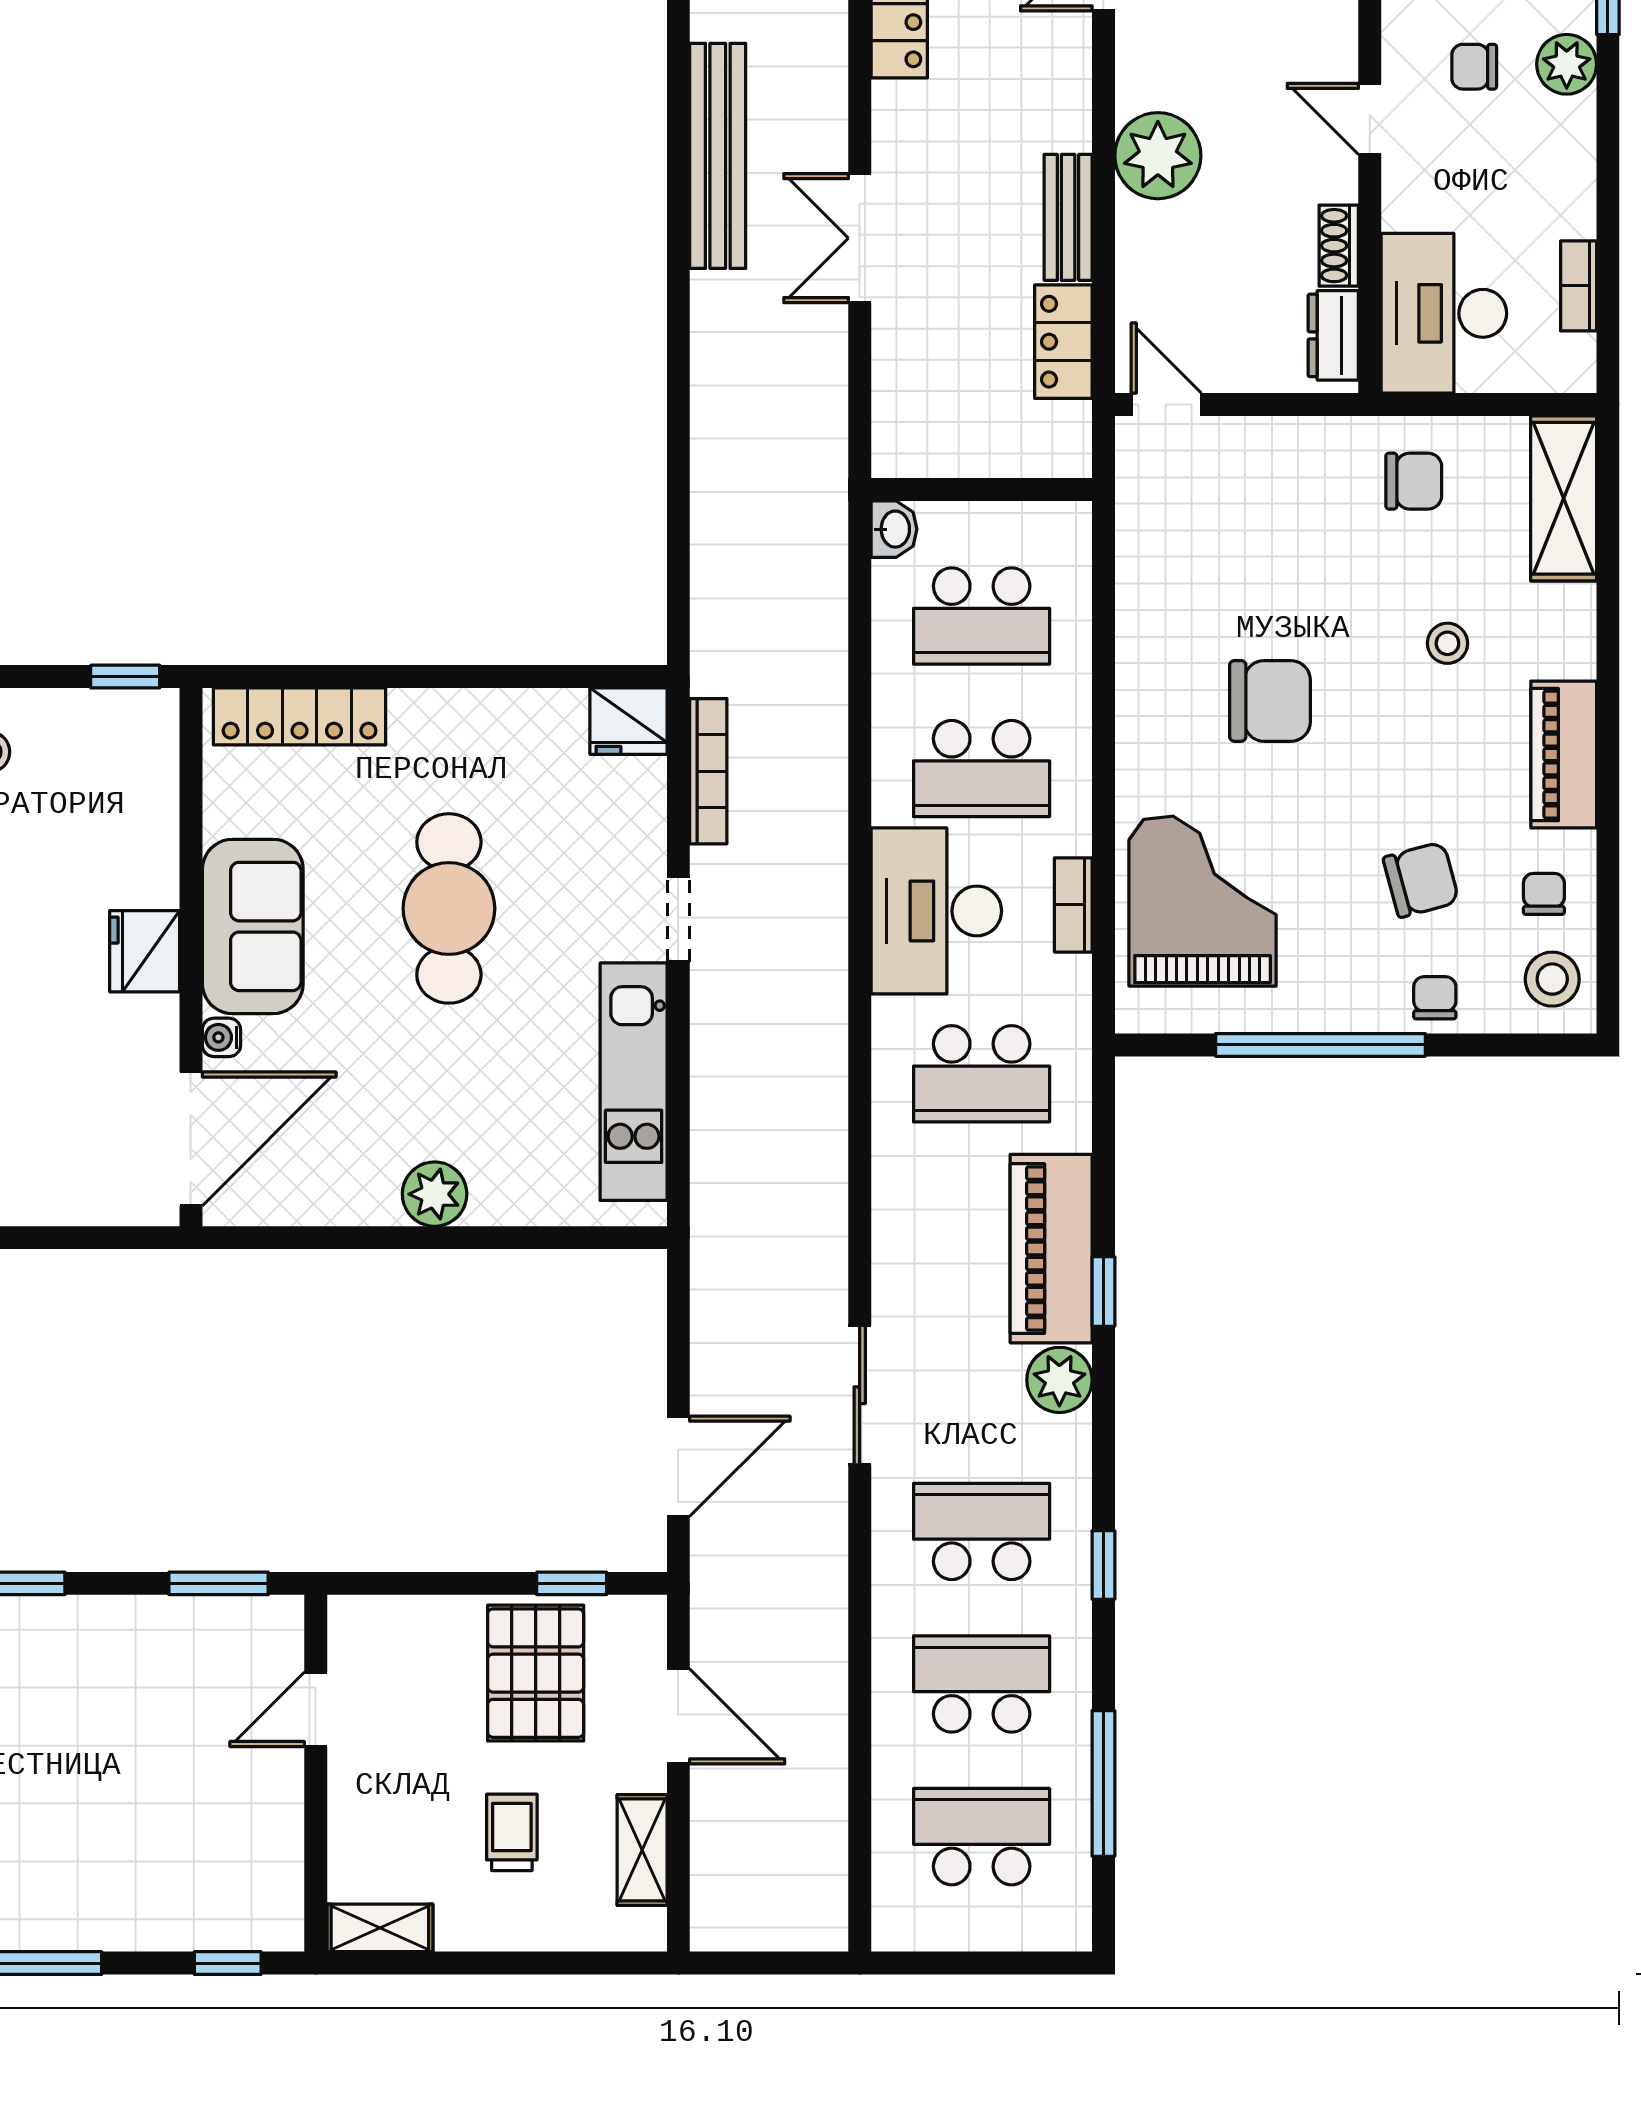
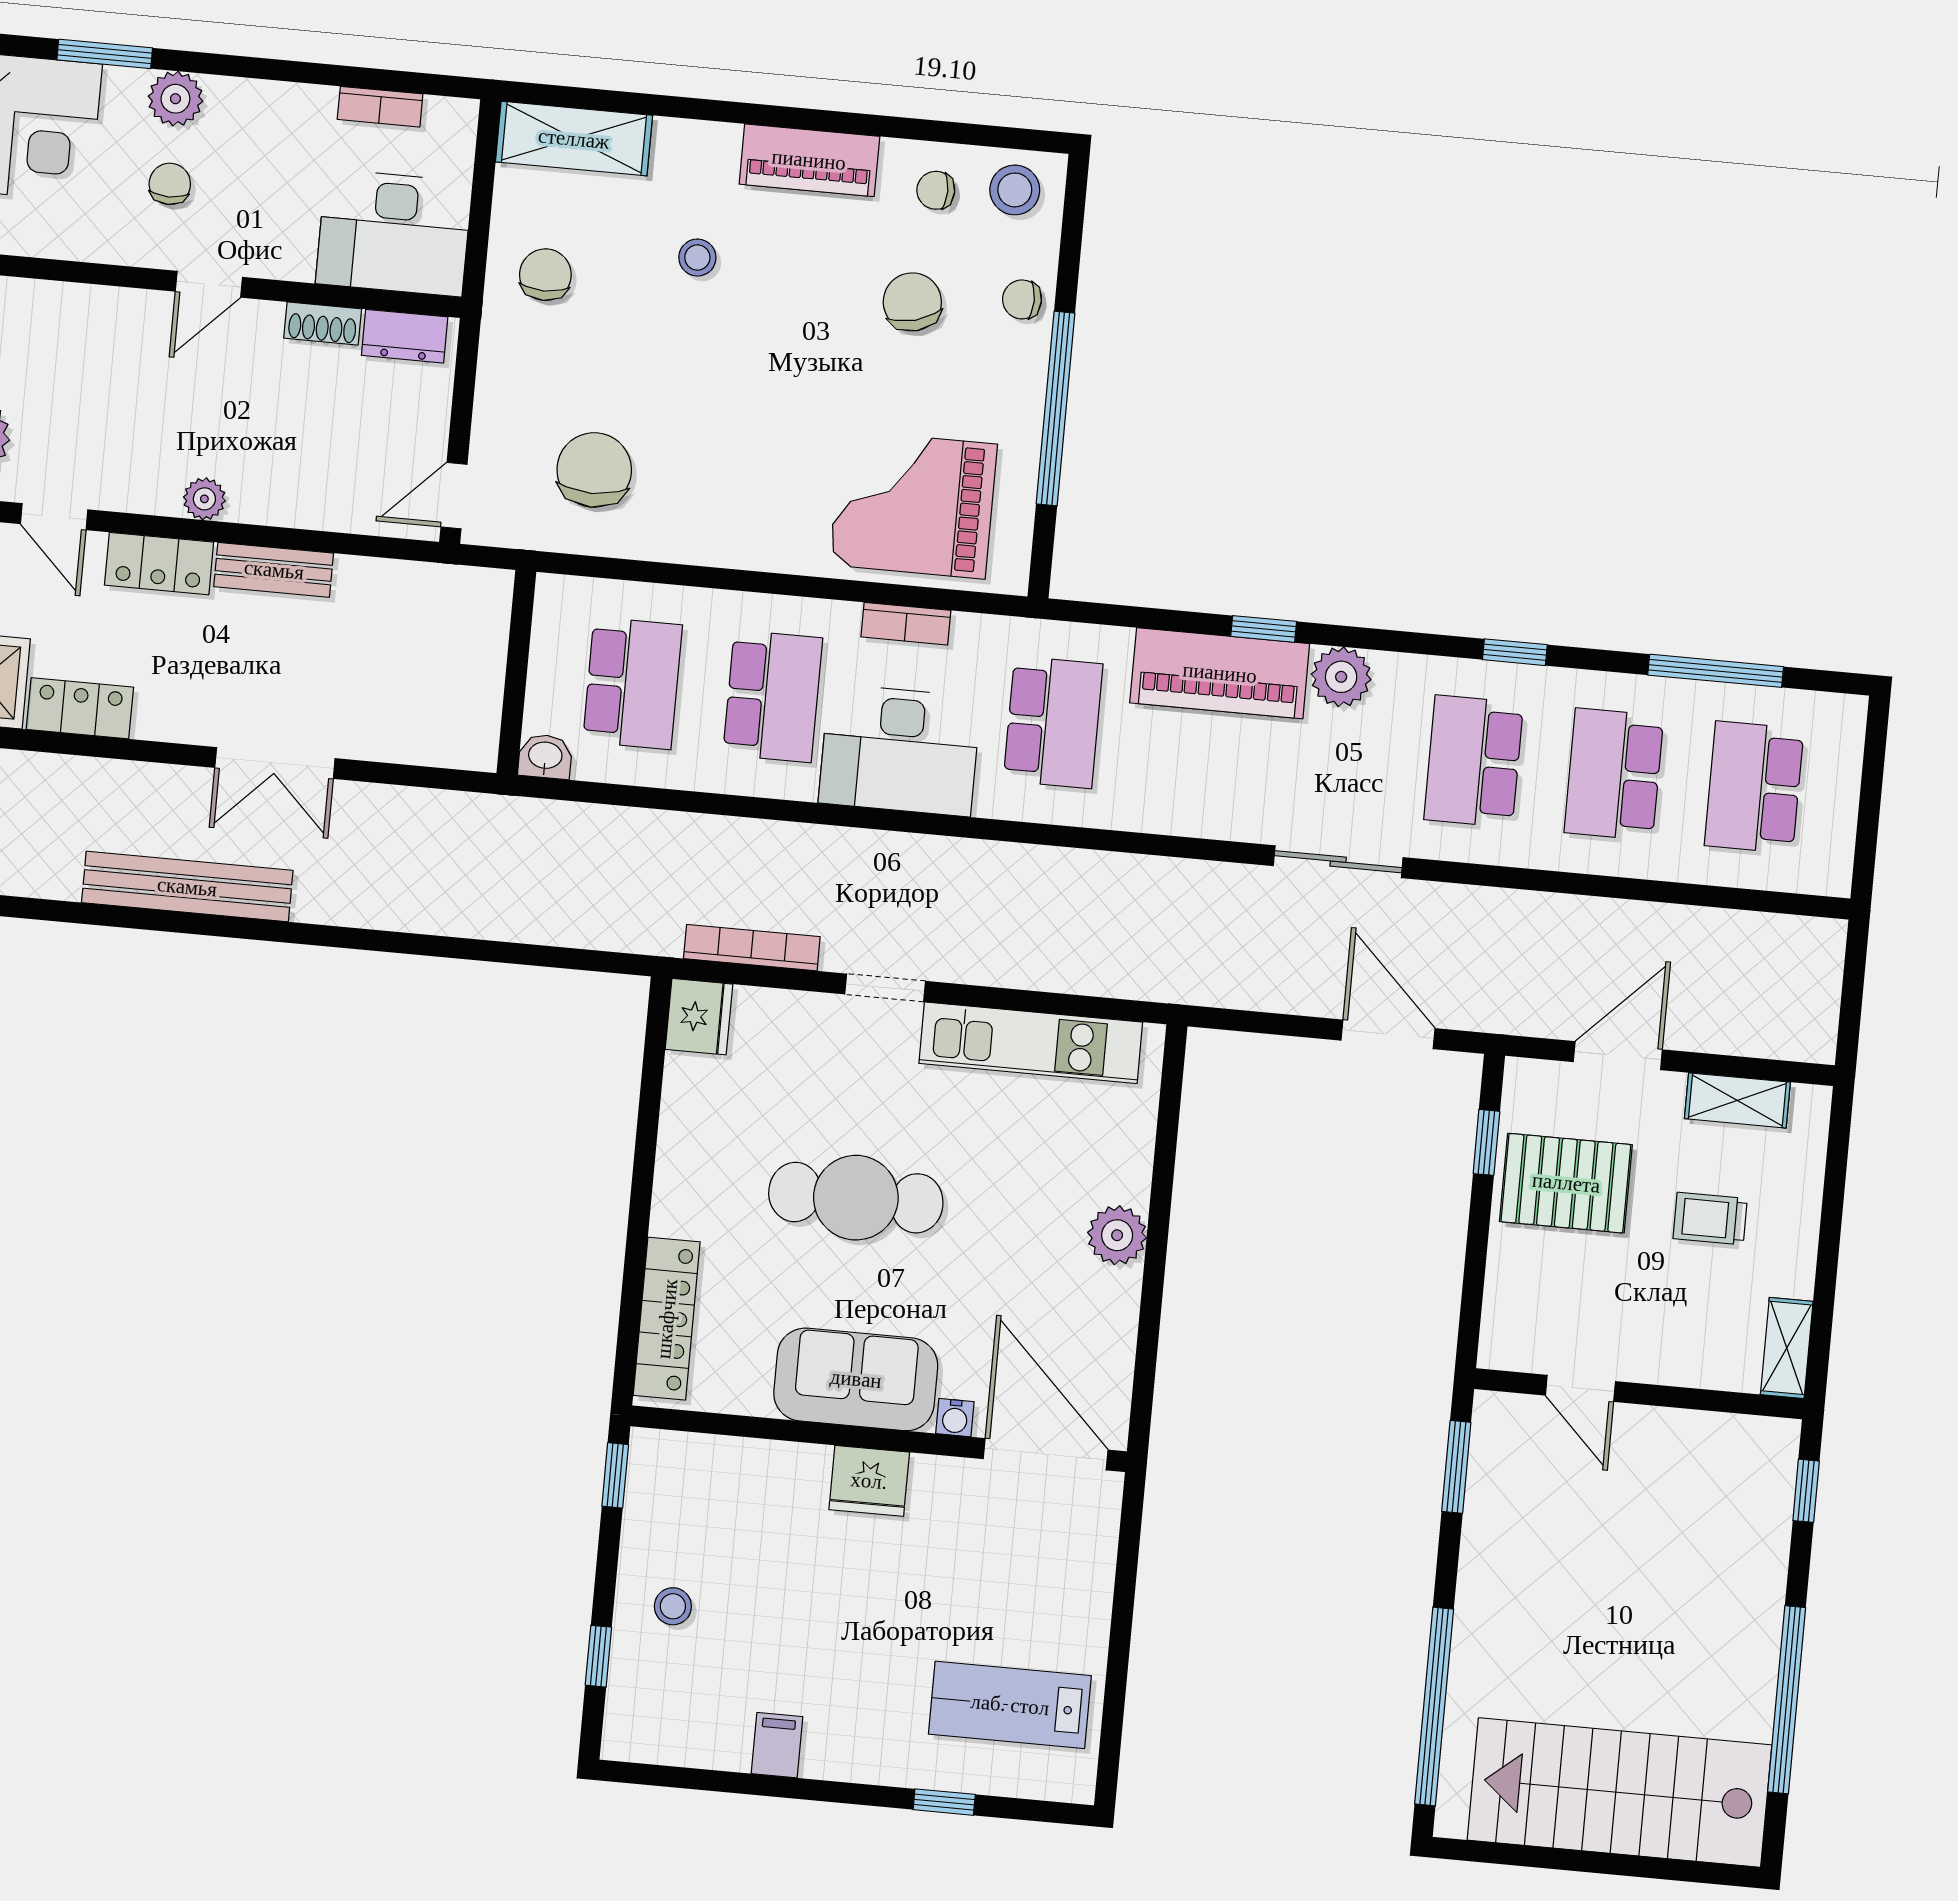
chair: (1474, 67) -> (170, 184), turned 180
plant: (1158, 156) -> (204, 499), width x0.53, depth x0.53
locker: (1063, 342) -> (159, 564), moved
chair: (1270, 701) -> (594, 470), moved

